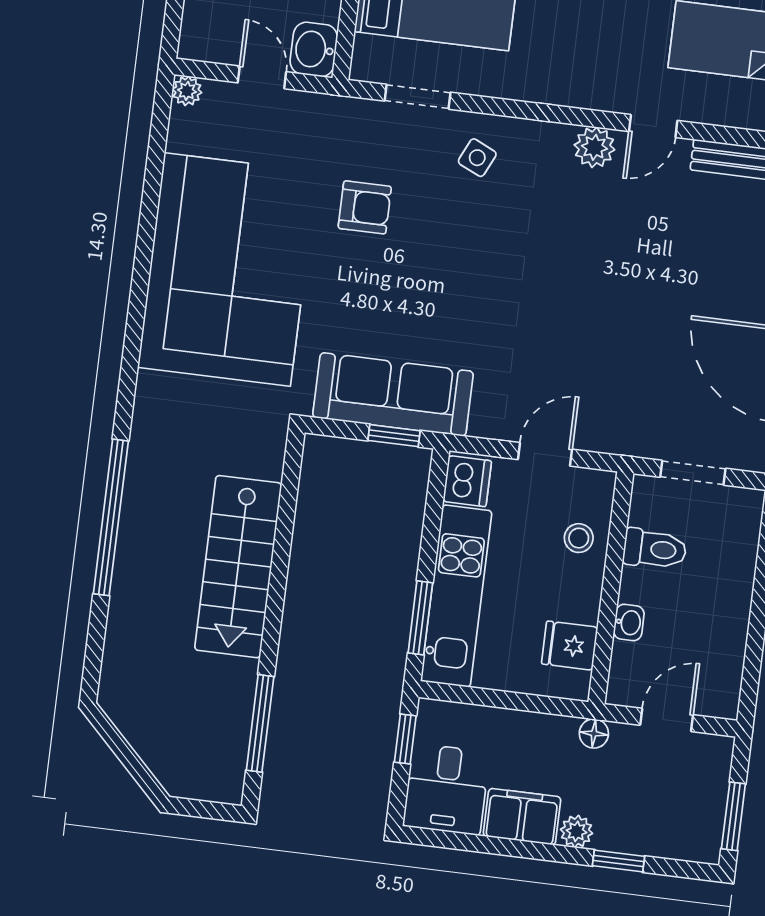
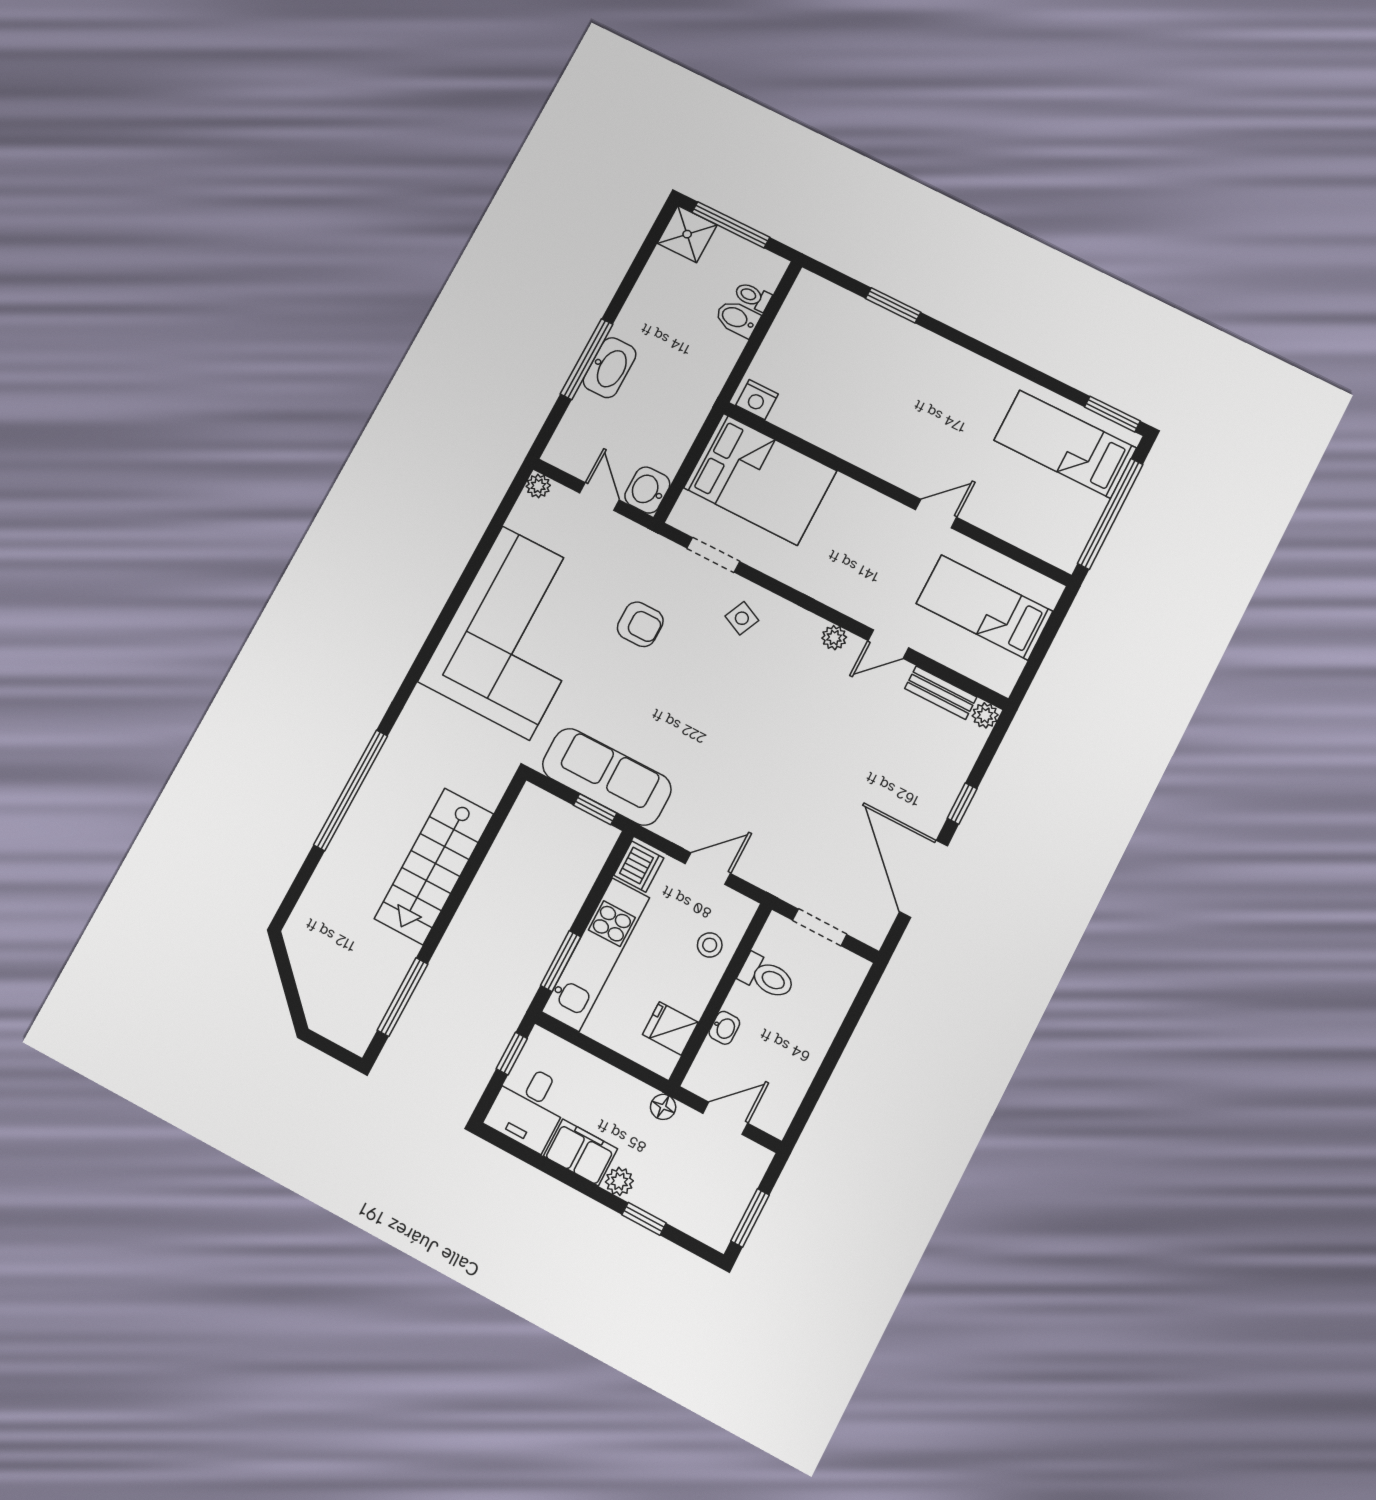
plant: (594, 147) -> (834, 638), width x0.73, depth x0.73

